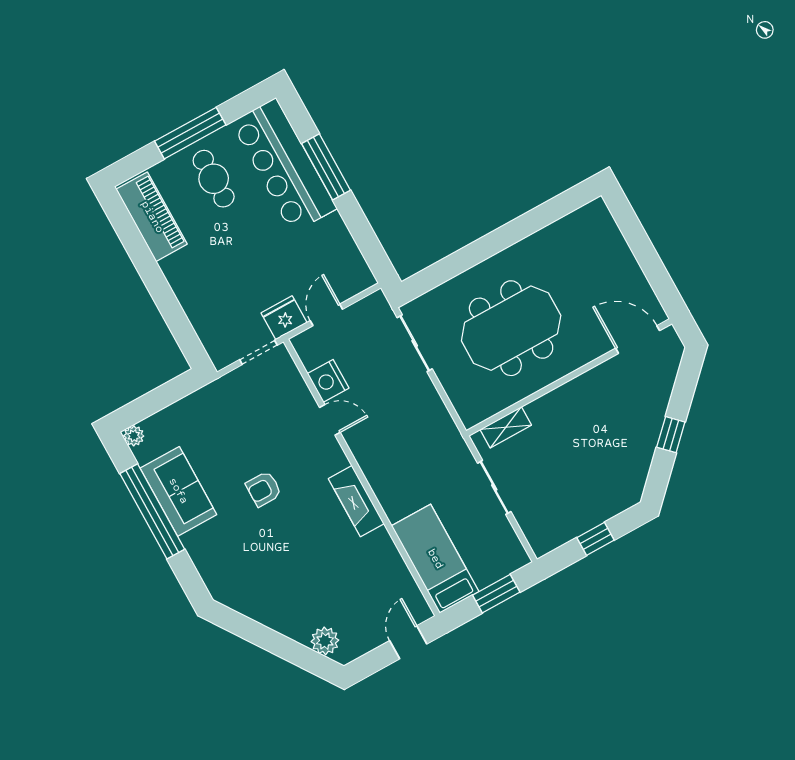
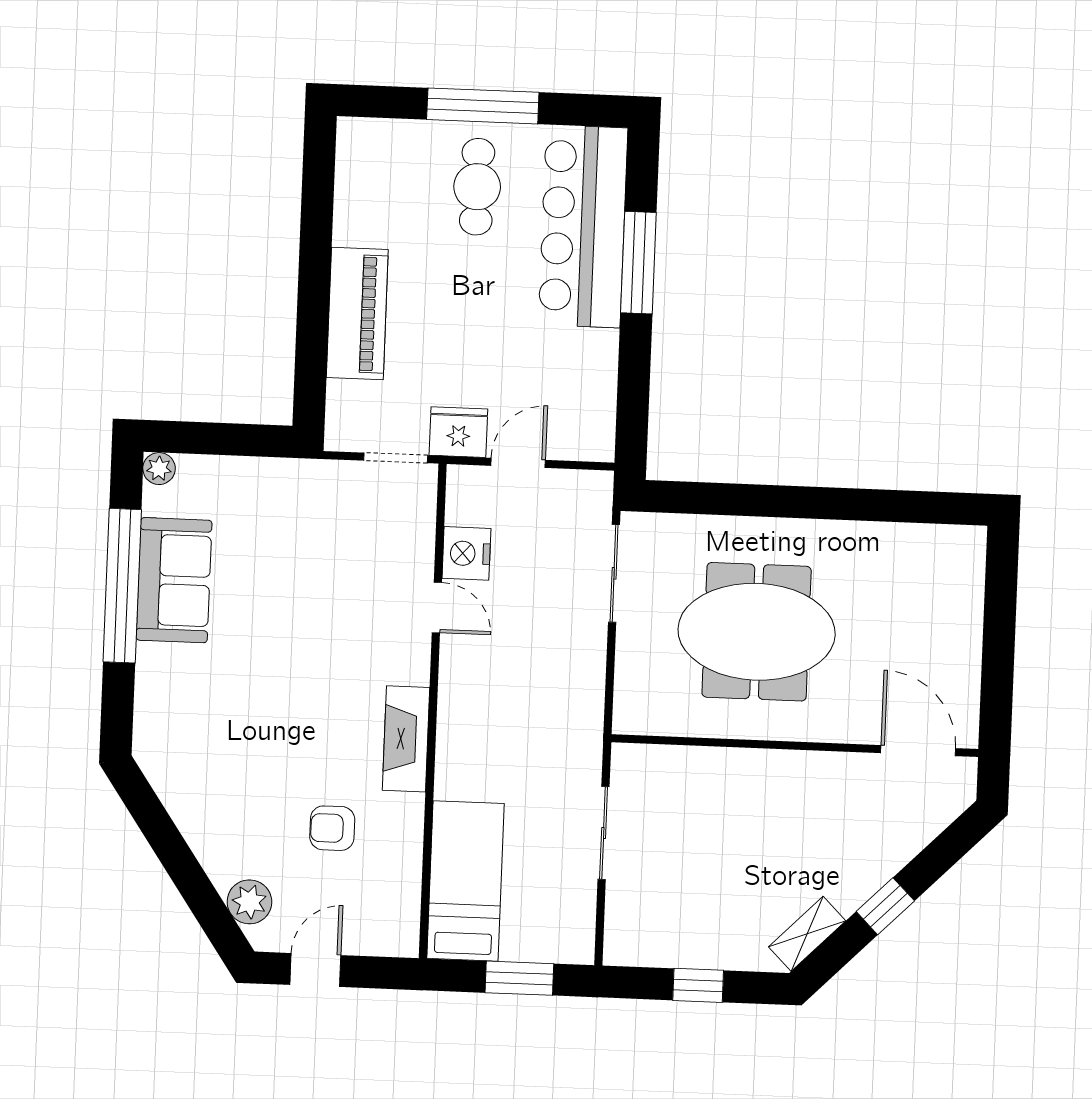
piano: (152, 217) -> (357, 313), moved
shelving: (506, 427) -> (807, 934), moved, turned -45
armchair: (264, 489) -> (332, 828), moved
door: (408, 642) -> (315, 970), moved

